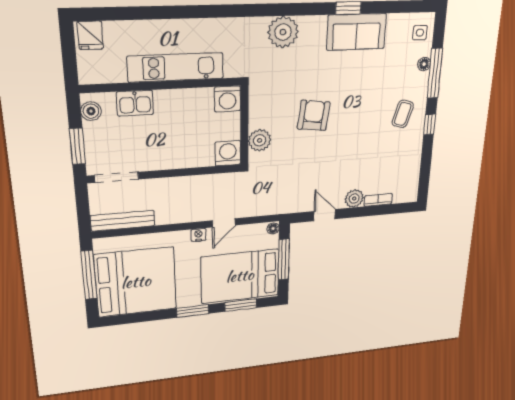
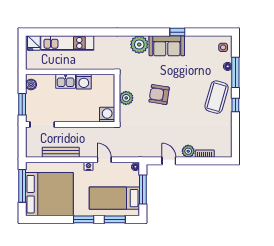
sofa: (356, 32) -> (167, 46), moved
kitchen unit: (176, 67) -> (67, 43), moved, turned 180
washing machine: (228, 99) -> (84, 82), moved
kitchen sink: (135, 103) -> (66, 81), moved
coffee table: (403, 114) -> (217, 97), width x1.86, depth x1.72
armchair: (314, 115) -> (159, 95), turned -88
plant: (260, 140) -> (126, 98), moved
bench: (123, 221) -> (61, 152), moved
door: (224, 223) -> (104, 160), swing flipped
bed: (240, 276) -> (114, 198), width x0.67

